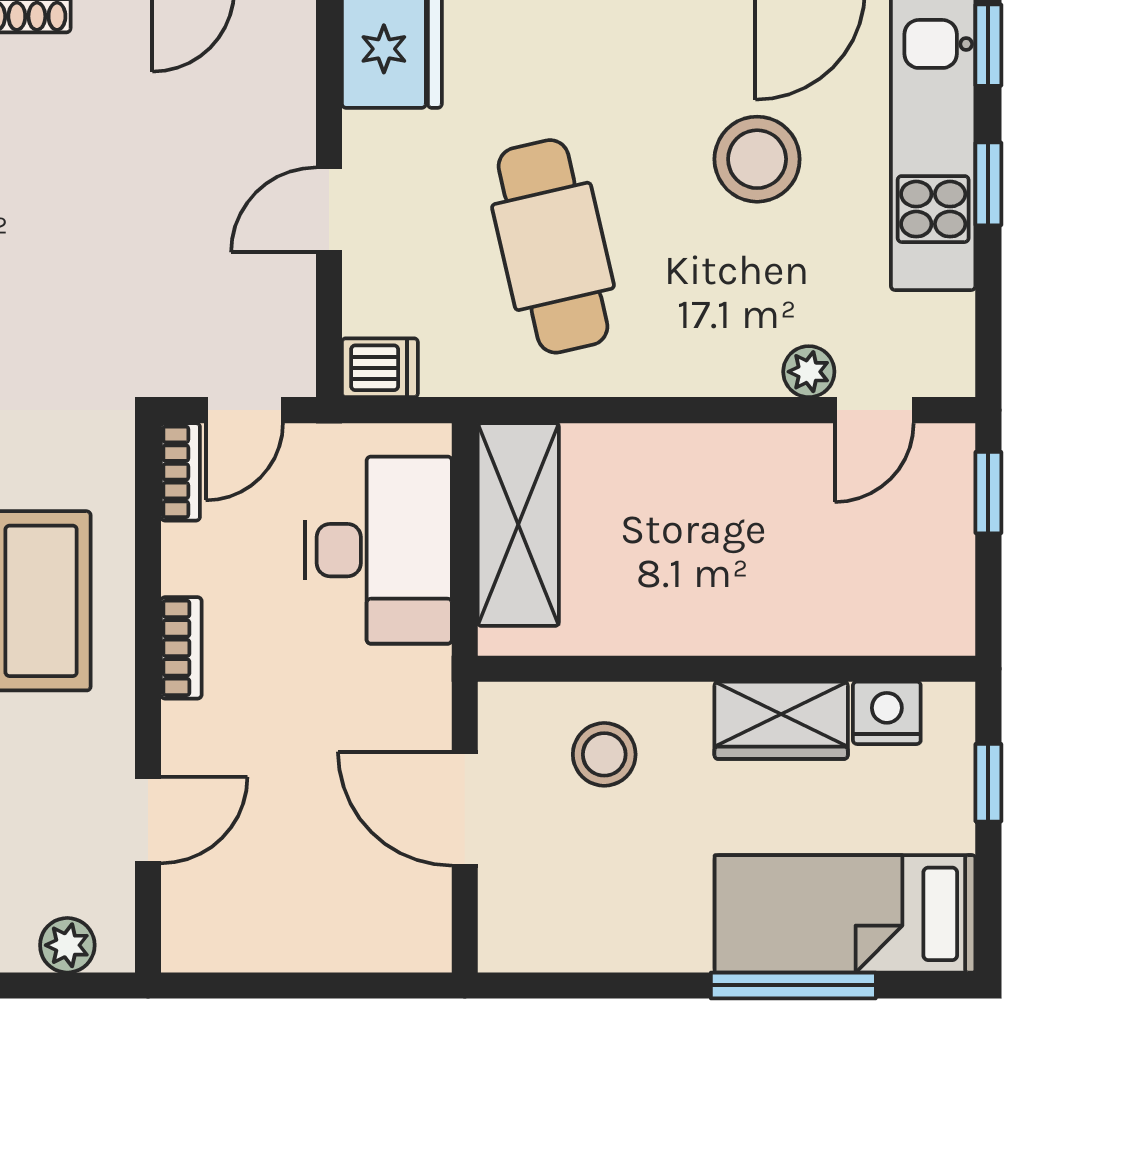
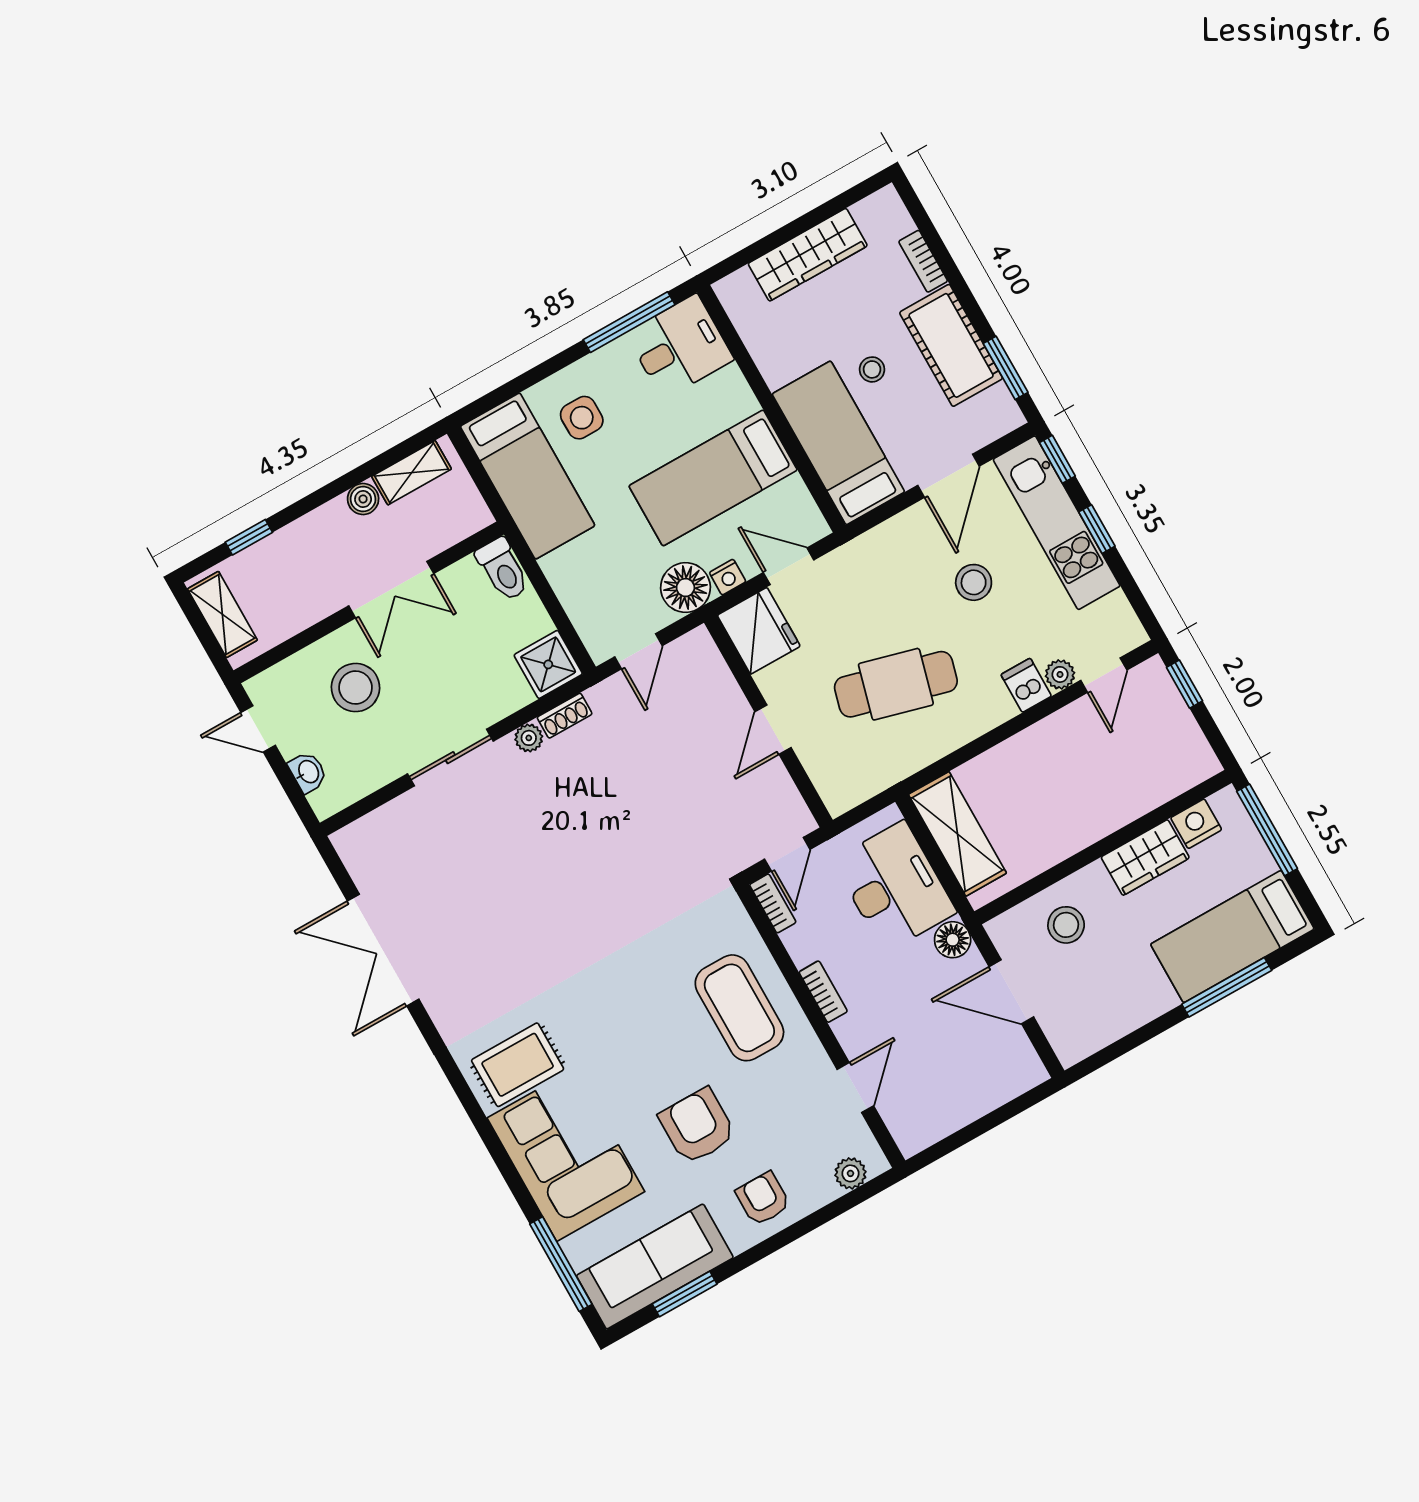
stool: (757, 159) -> (974, 582), width x0.73, depth x0.73
cafe table: (553, 246) -> (896, 684), turned -62
dishwasher: (380, 368) -> (1026, 685), moved, turned -90
floor lamp: (421, 680) -> (953, 940), added
window: (988, 783) -> (1267, 830), width x2.17

